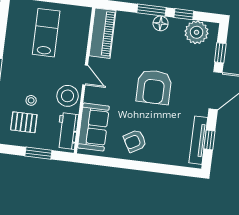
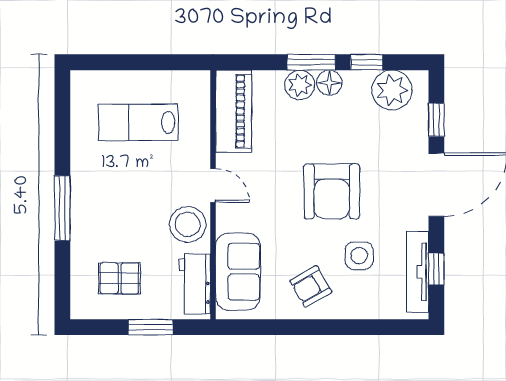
plant: (143, 23) -> (300, 85), added
lab bench: (46, 33) -> (138, 122), turned -90
stool: (31, 100) -> (127, 240), removed
side table: (165, 126) -> (359, 256), added

